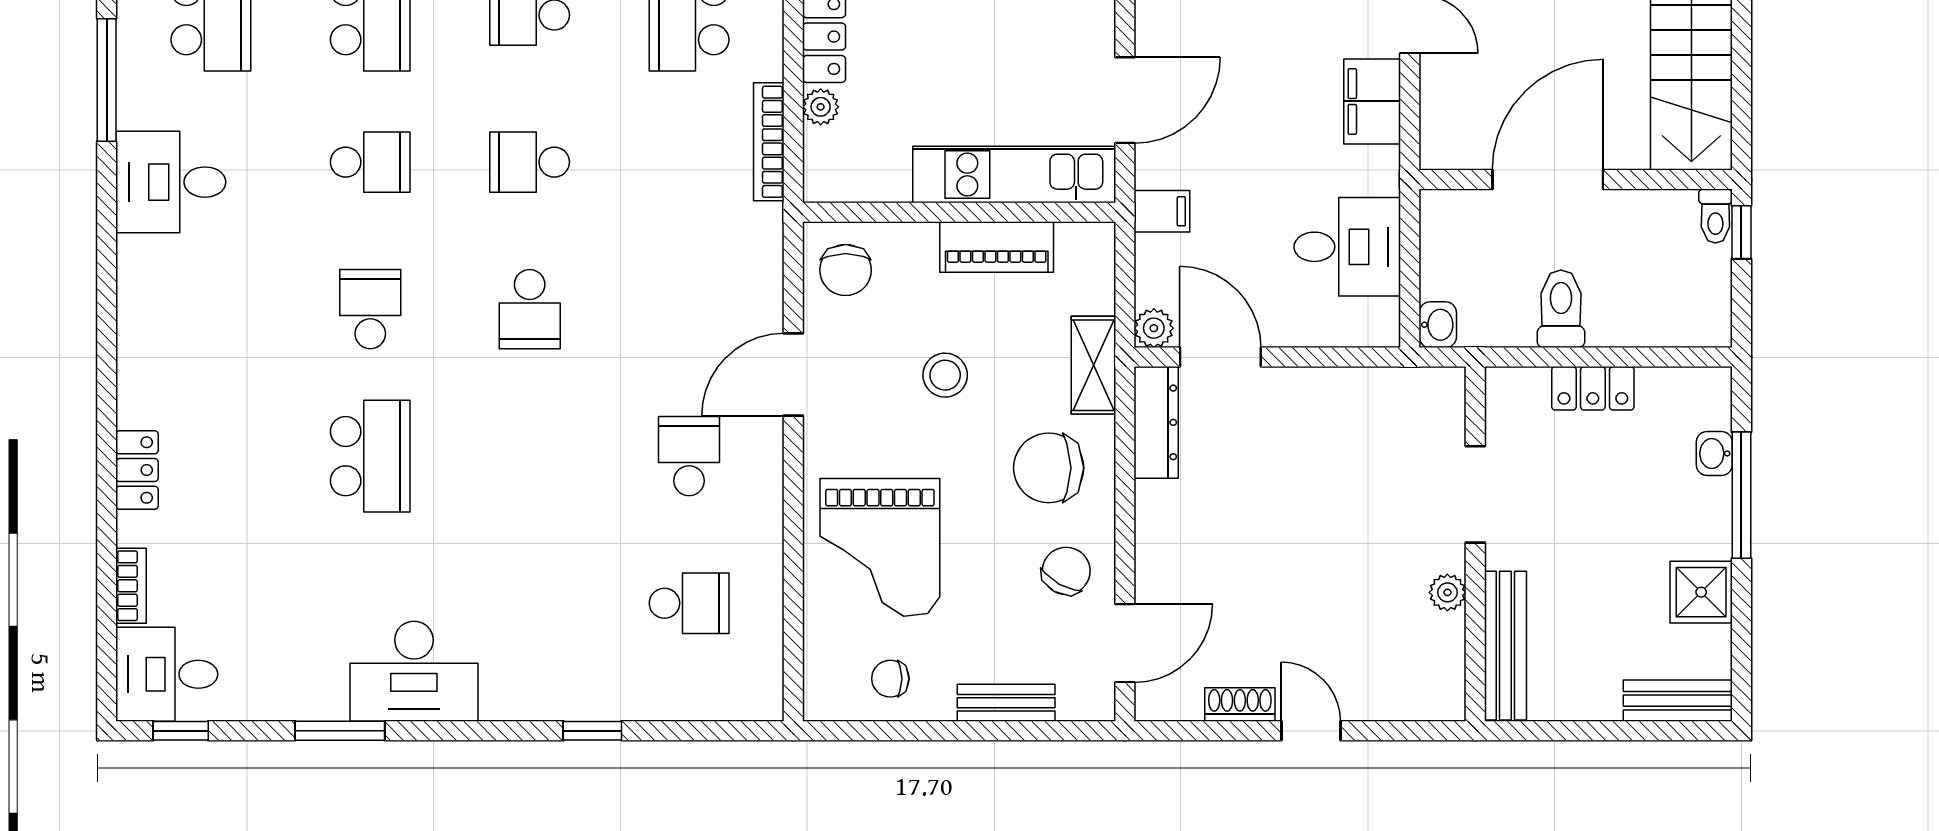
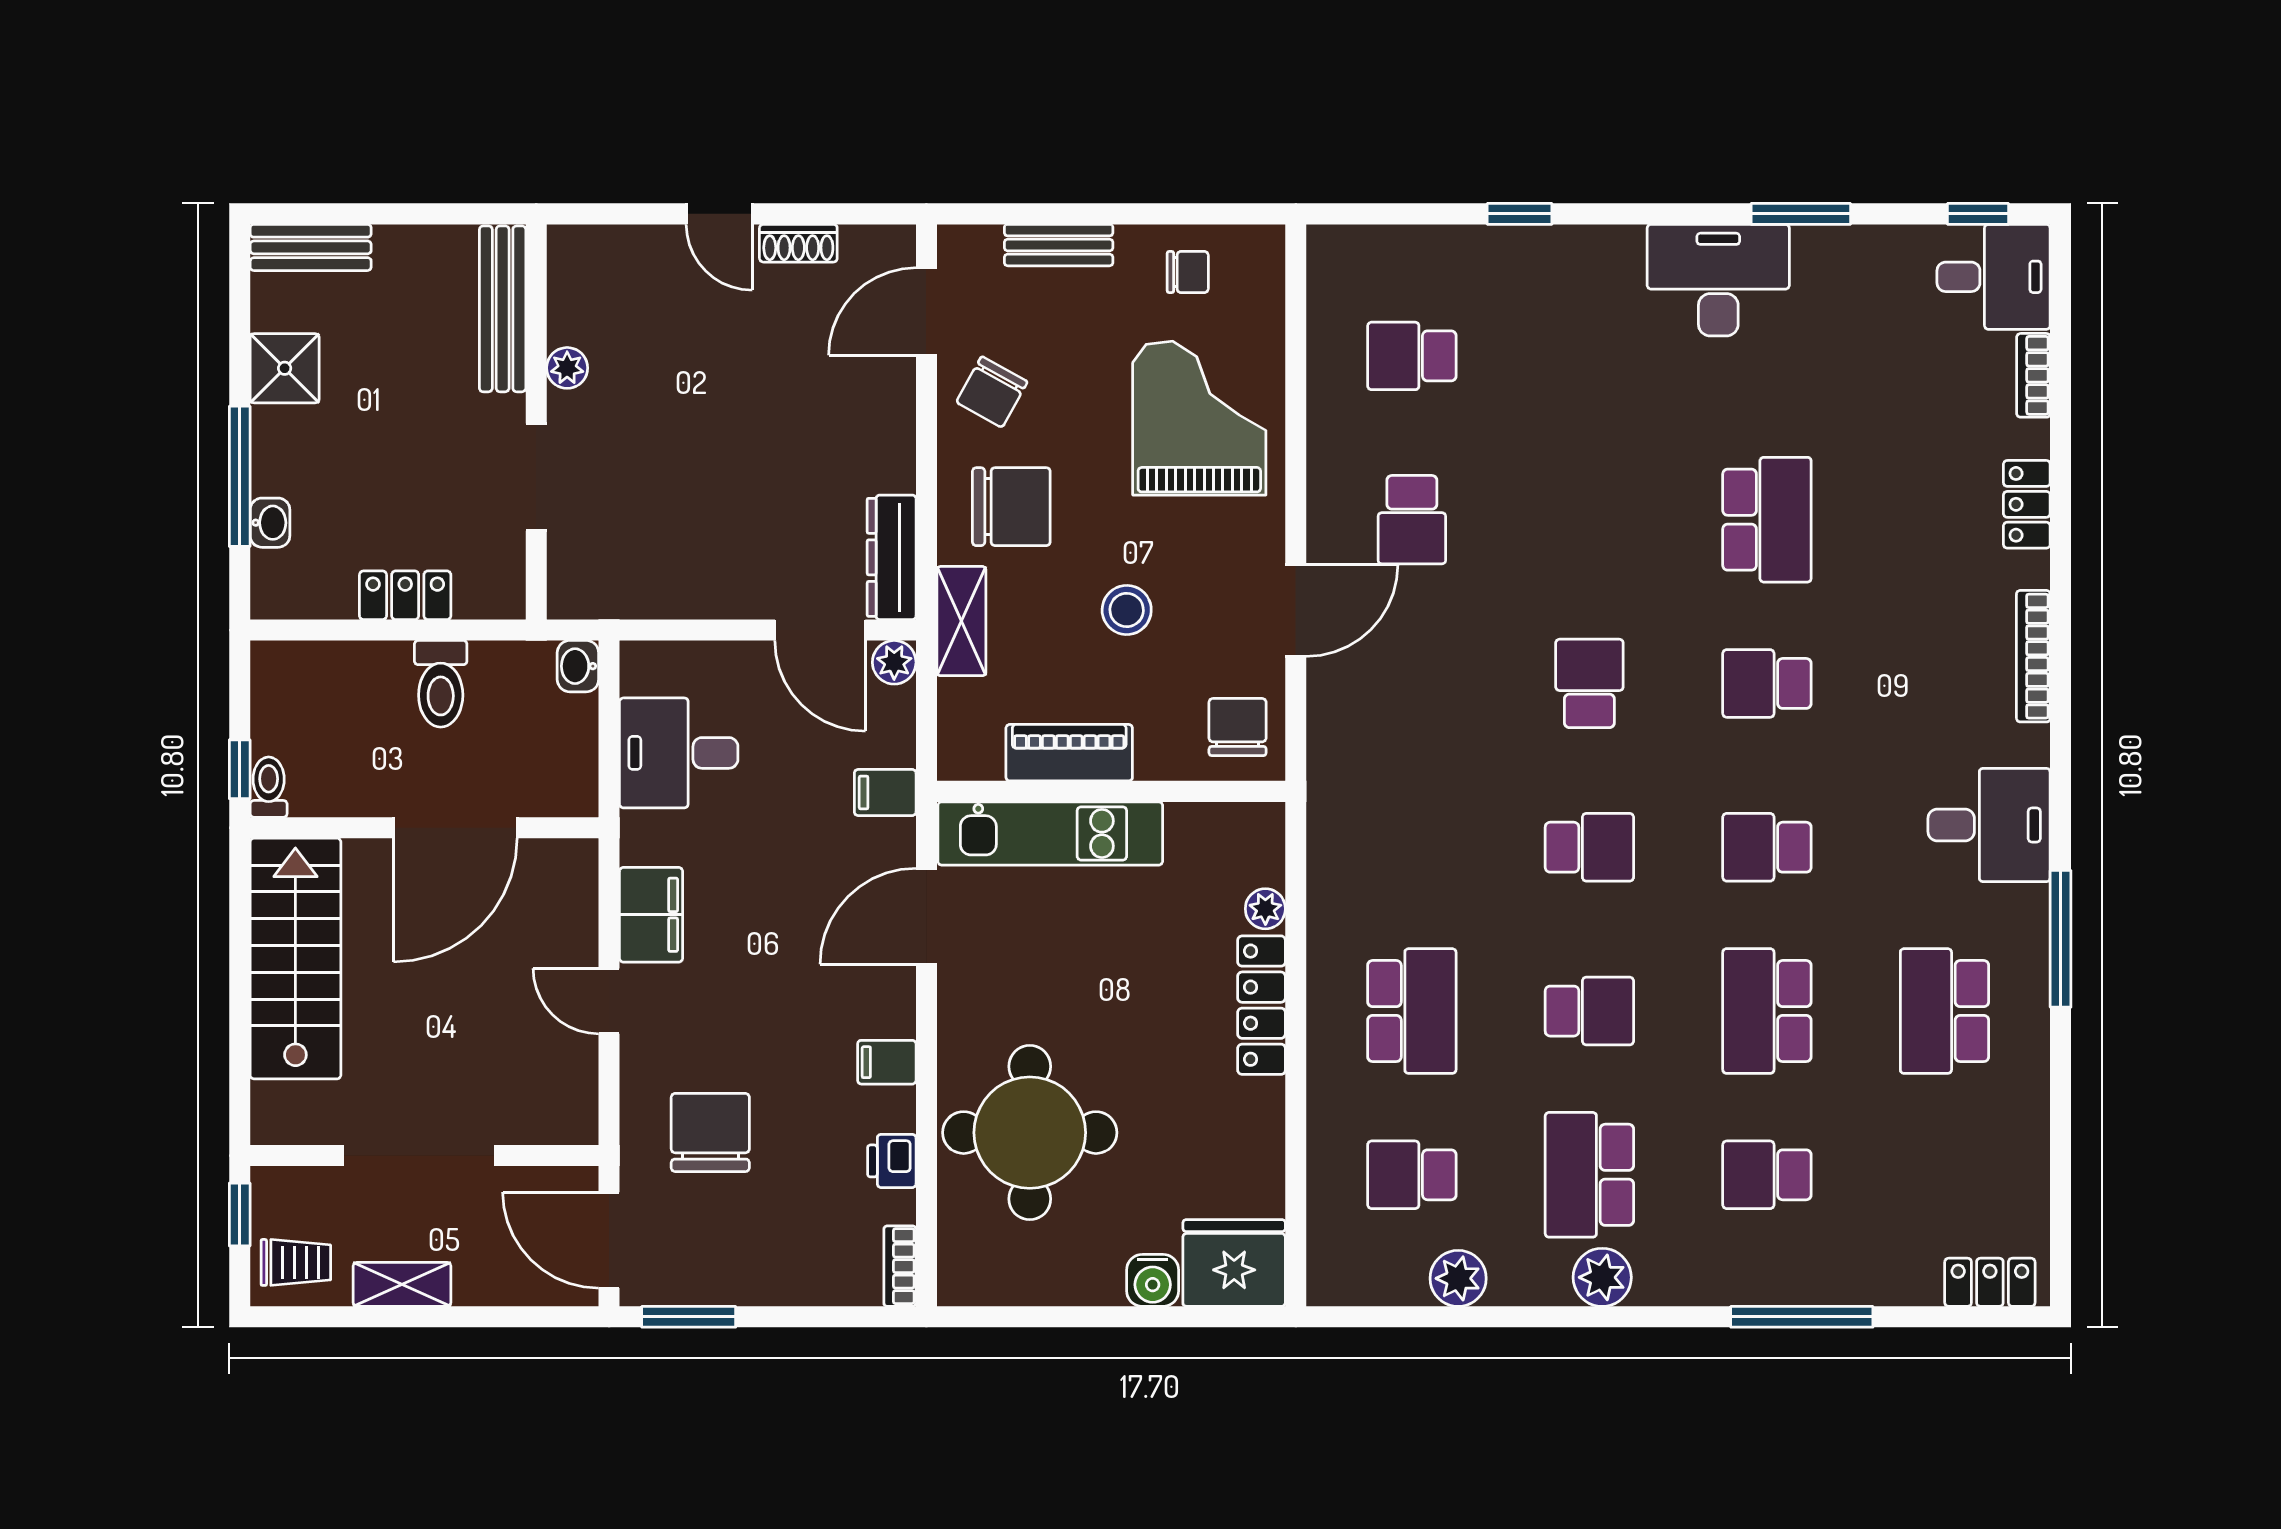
bookcase: (769, 142) -> (2033, 656), moved, turned 180
school desk: (370, 309) -> (1767, 683), turned 90
school desk: (370, 456) -> (1767, 520), turned 180

